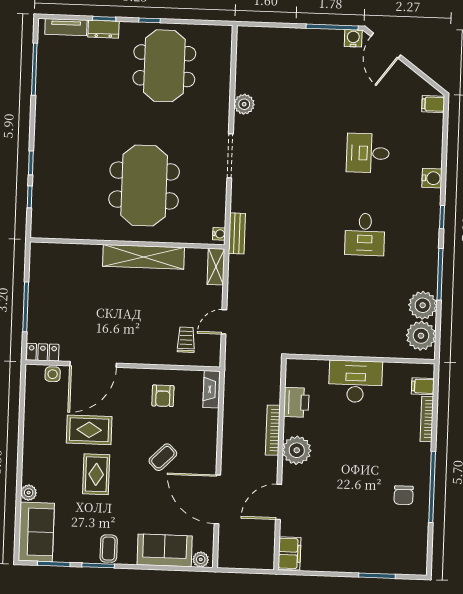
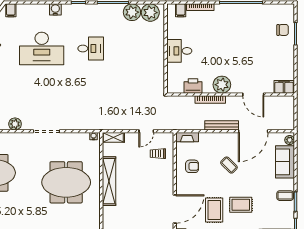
desk: (368, 153) -> (42, 49), width x1.87, depth x1.30
bench: (237, 233) -> (222, 125), moved, width x1.36
door: (224, 322) -> (146, 131), hinge flipped
door: (93, 364) -> (175, 209), hinge flipped
desk: (355, 381) -> (179, 51), width x0.73
chair: (404, 495) -> (283, 30), moved

